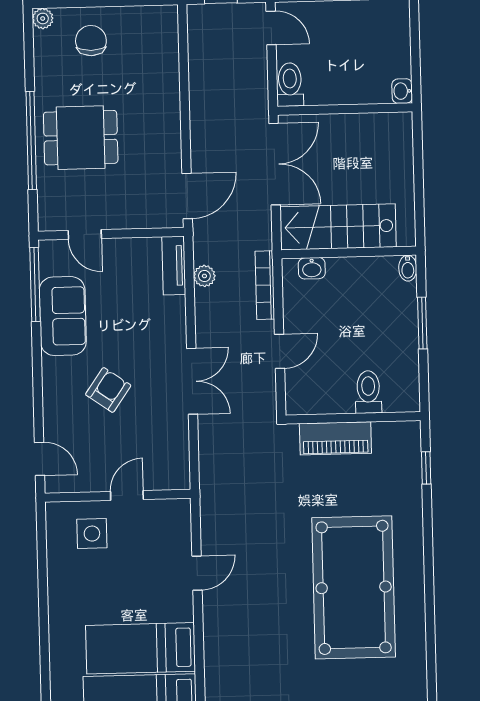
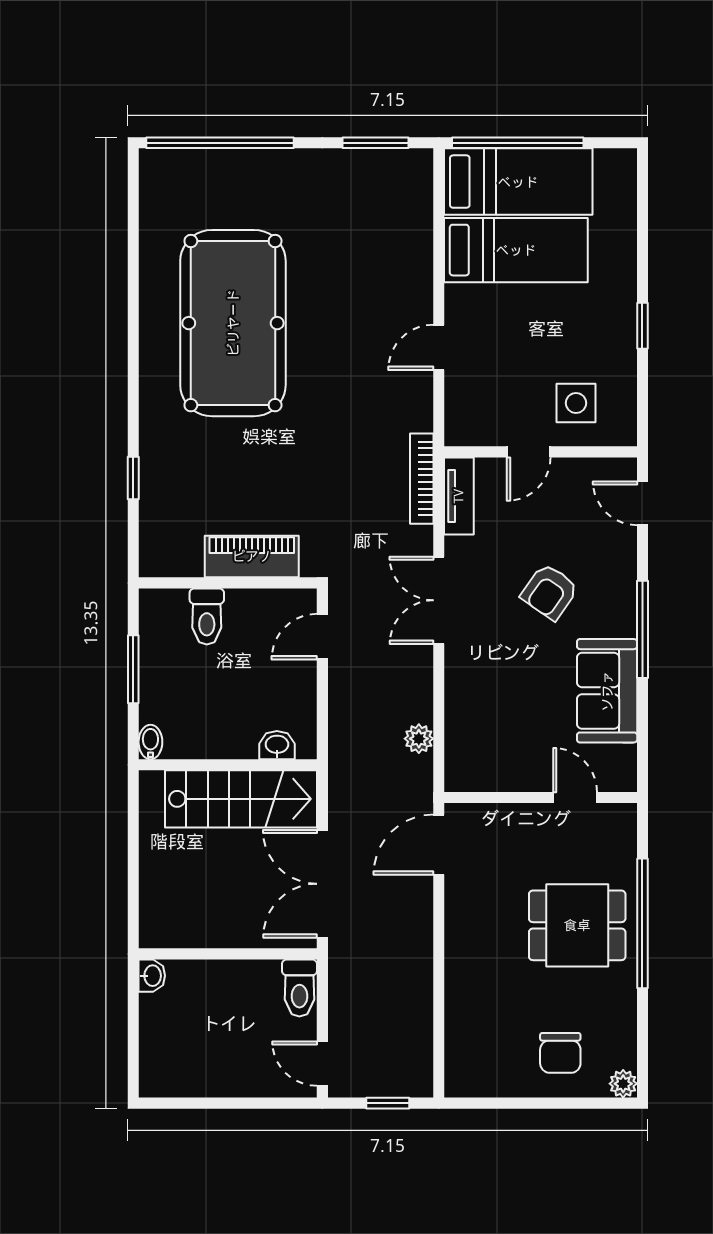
tv unit: (174, 266) -> (459, 496), moved
window: (35, 285) -> (642, 629), moved
bookcase: (265, 285) -> (422, 479), moved, turned 180
toilet: (368, 392) -> (207, 616), moved
wall: (353, 418) -> (228, 583), moved
piano: (335, 438) -> (252, 556), moved
window: (43, 593) -> (642, 326), added

